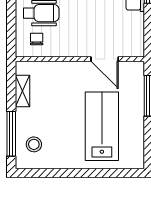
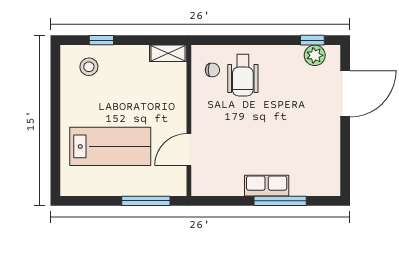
shelving: (22, 91) -> (168, 53), moved
window: (11, 134) -> (101, 40), width x0.46

